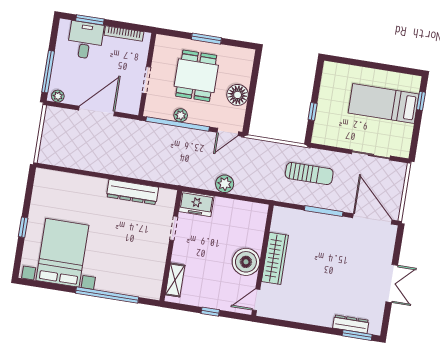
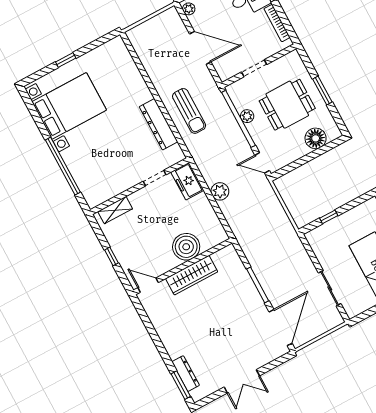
floor lamp: (238, 95) -> (316, 138), moved
sun lounger: (309, 174) -> (189, 111), moved
boiler: (246, 262) -> (186, 247), moved

